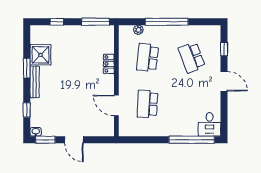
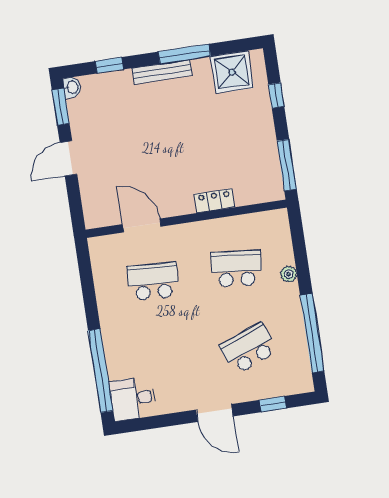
window: (167, 22) -> (312, 333), moved
plant: (138, 30) -> (289, 274), moved
shower: (40, 55) -> (232, 72), moved
window: (27, 68) -> (184, 54), width x1.44
door: (224, 81) -> (215, 413), hinge flipped
door: (116, 105) -> (142, 225), hinge flipped

